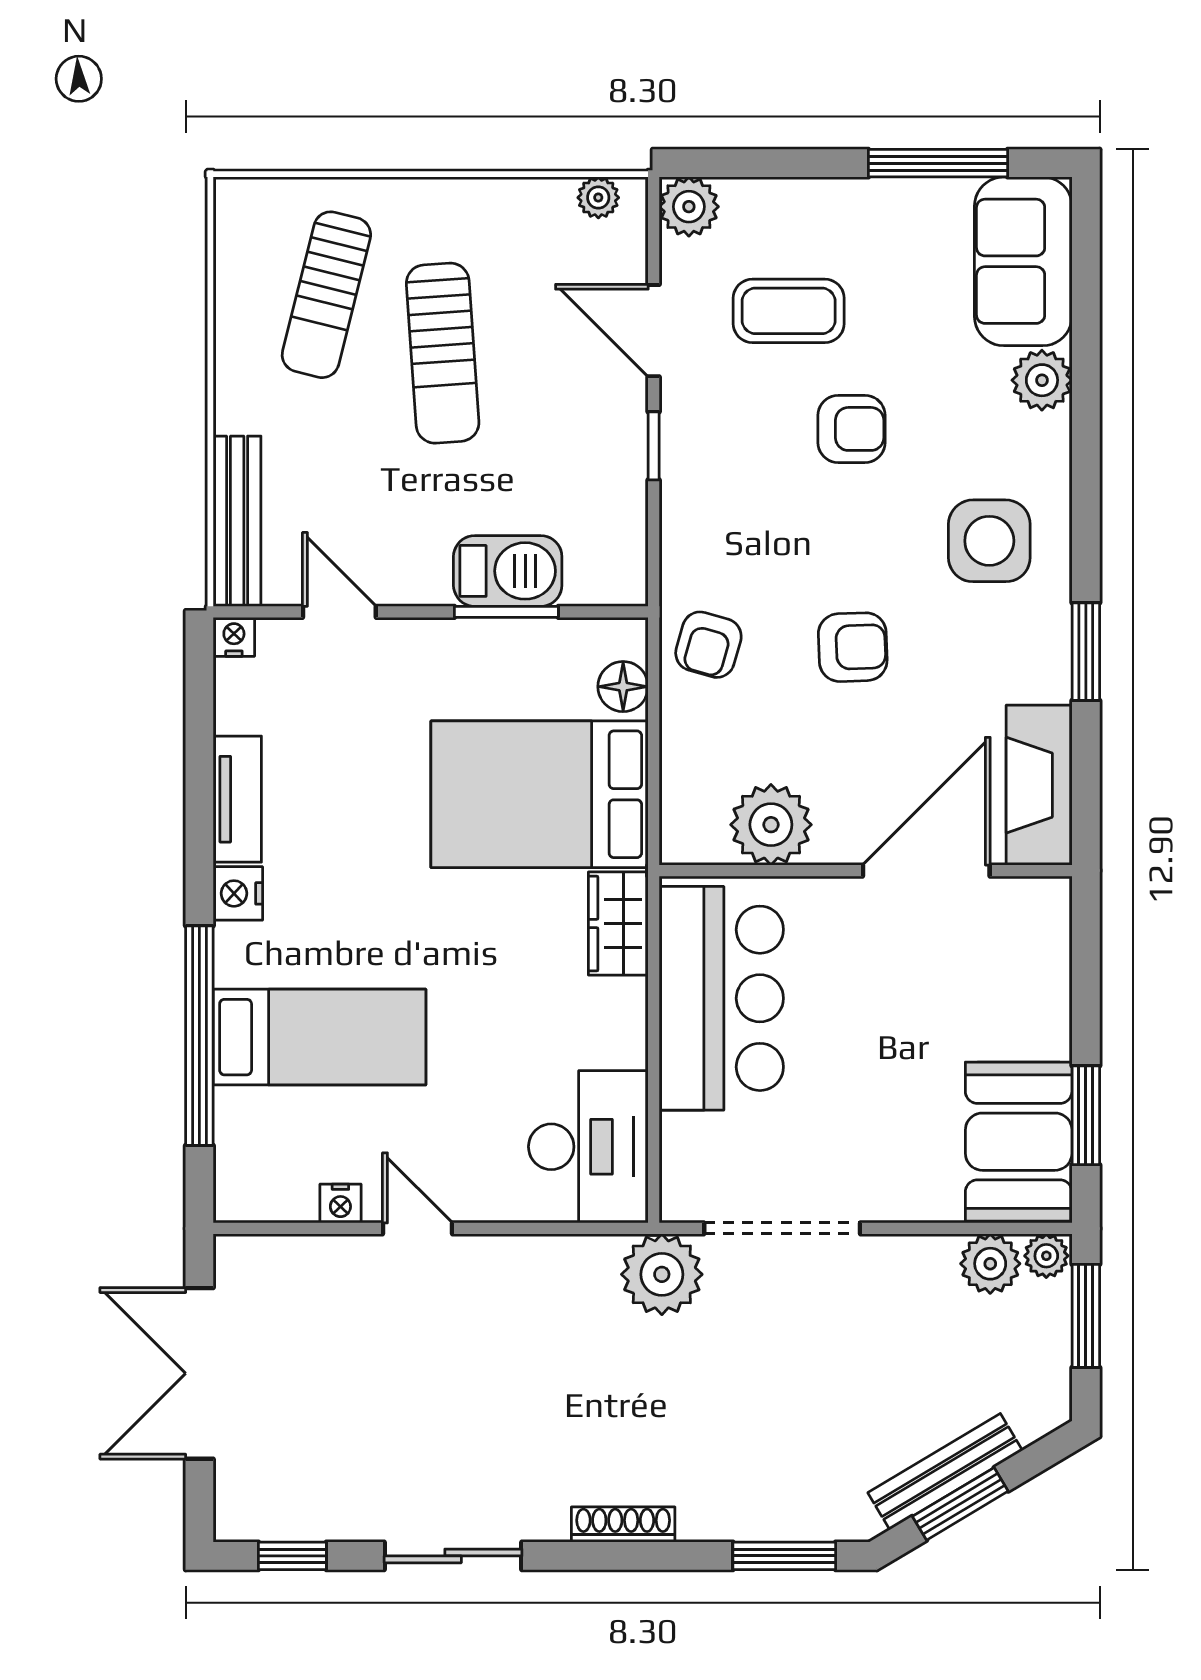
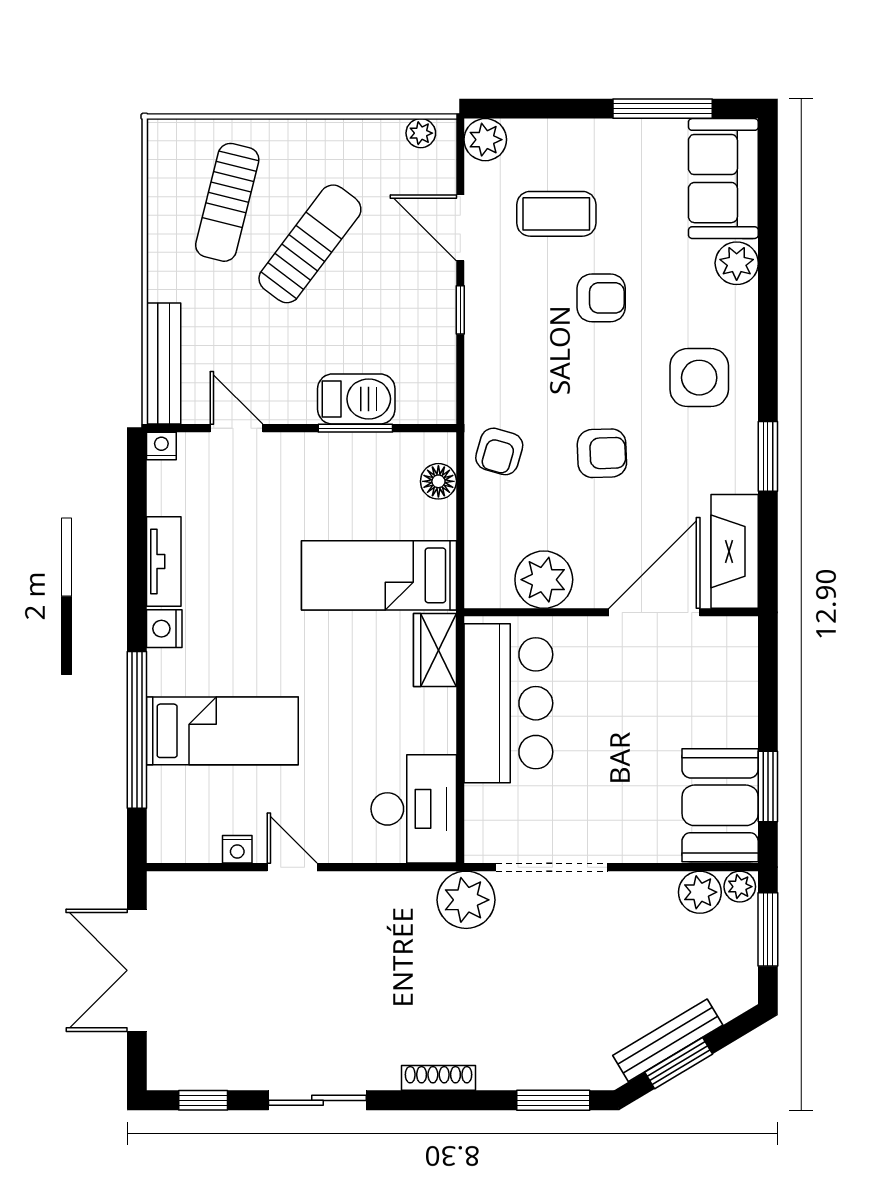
sun lounger: (443, 353) -> (310, 244), turned -139
bed: (540, 794) -> (379, 575), width x0.67

